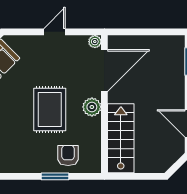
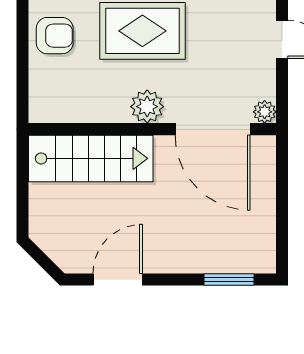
armchair: (68, 155) -> (55, 36), moved
window: (55, 176) -> (22, 40), removed

